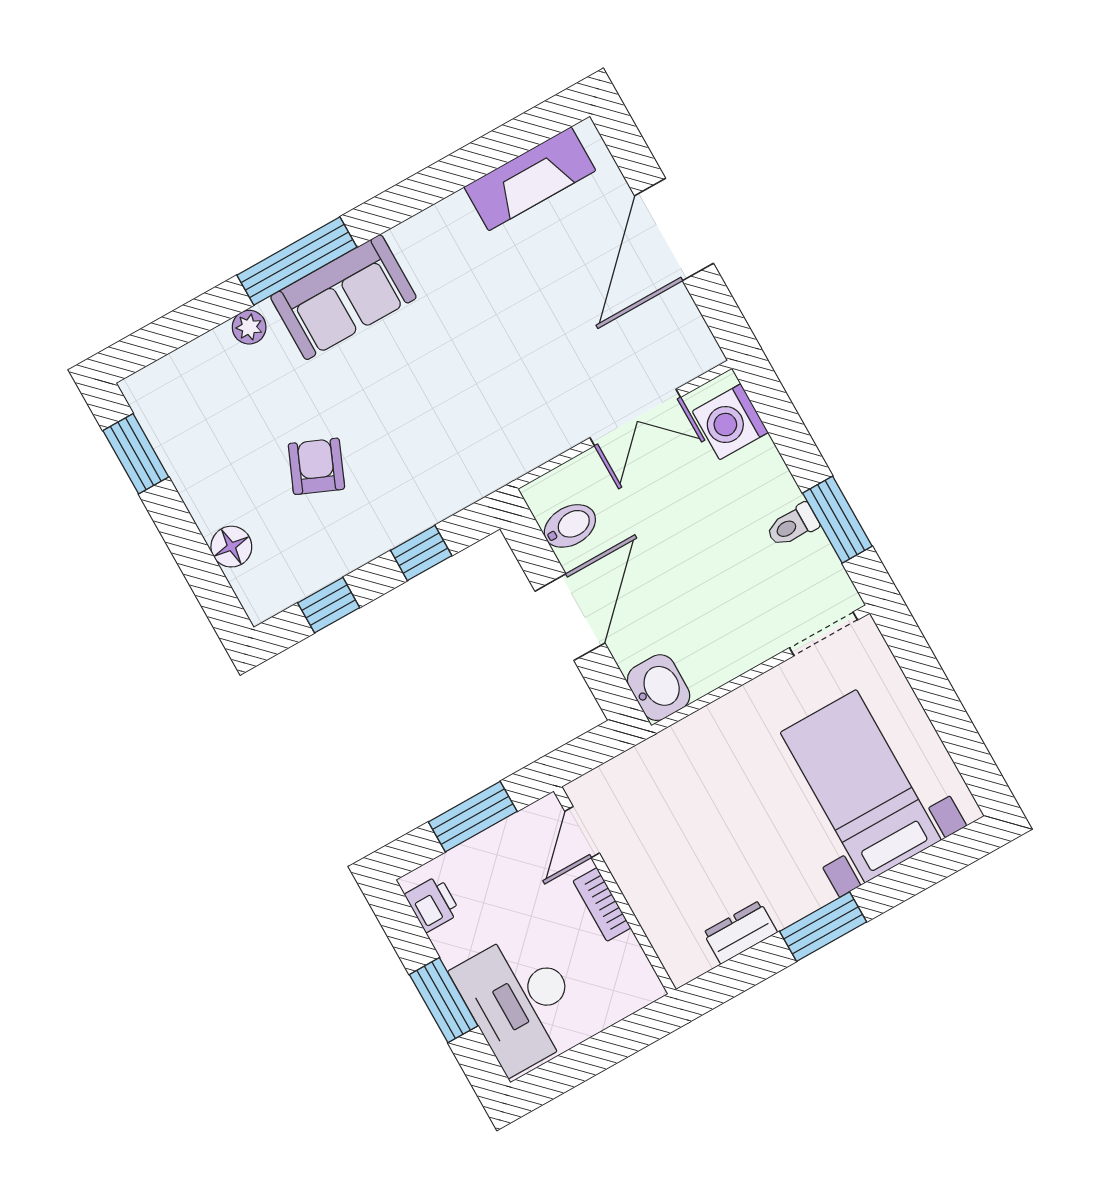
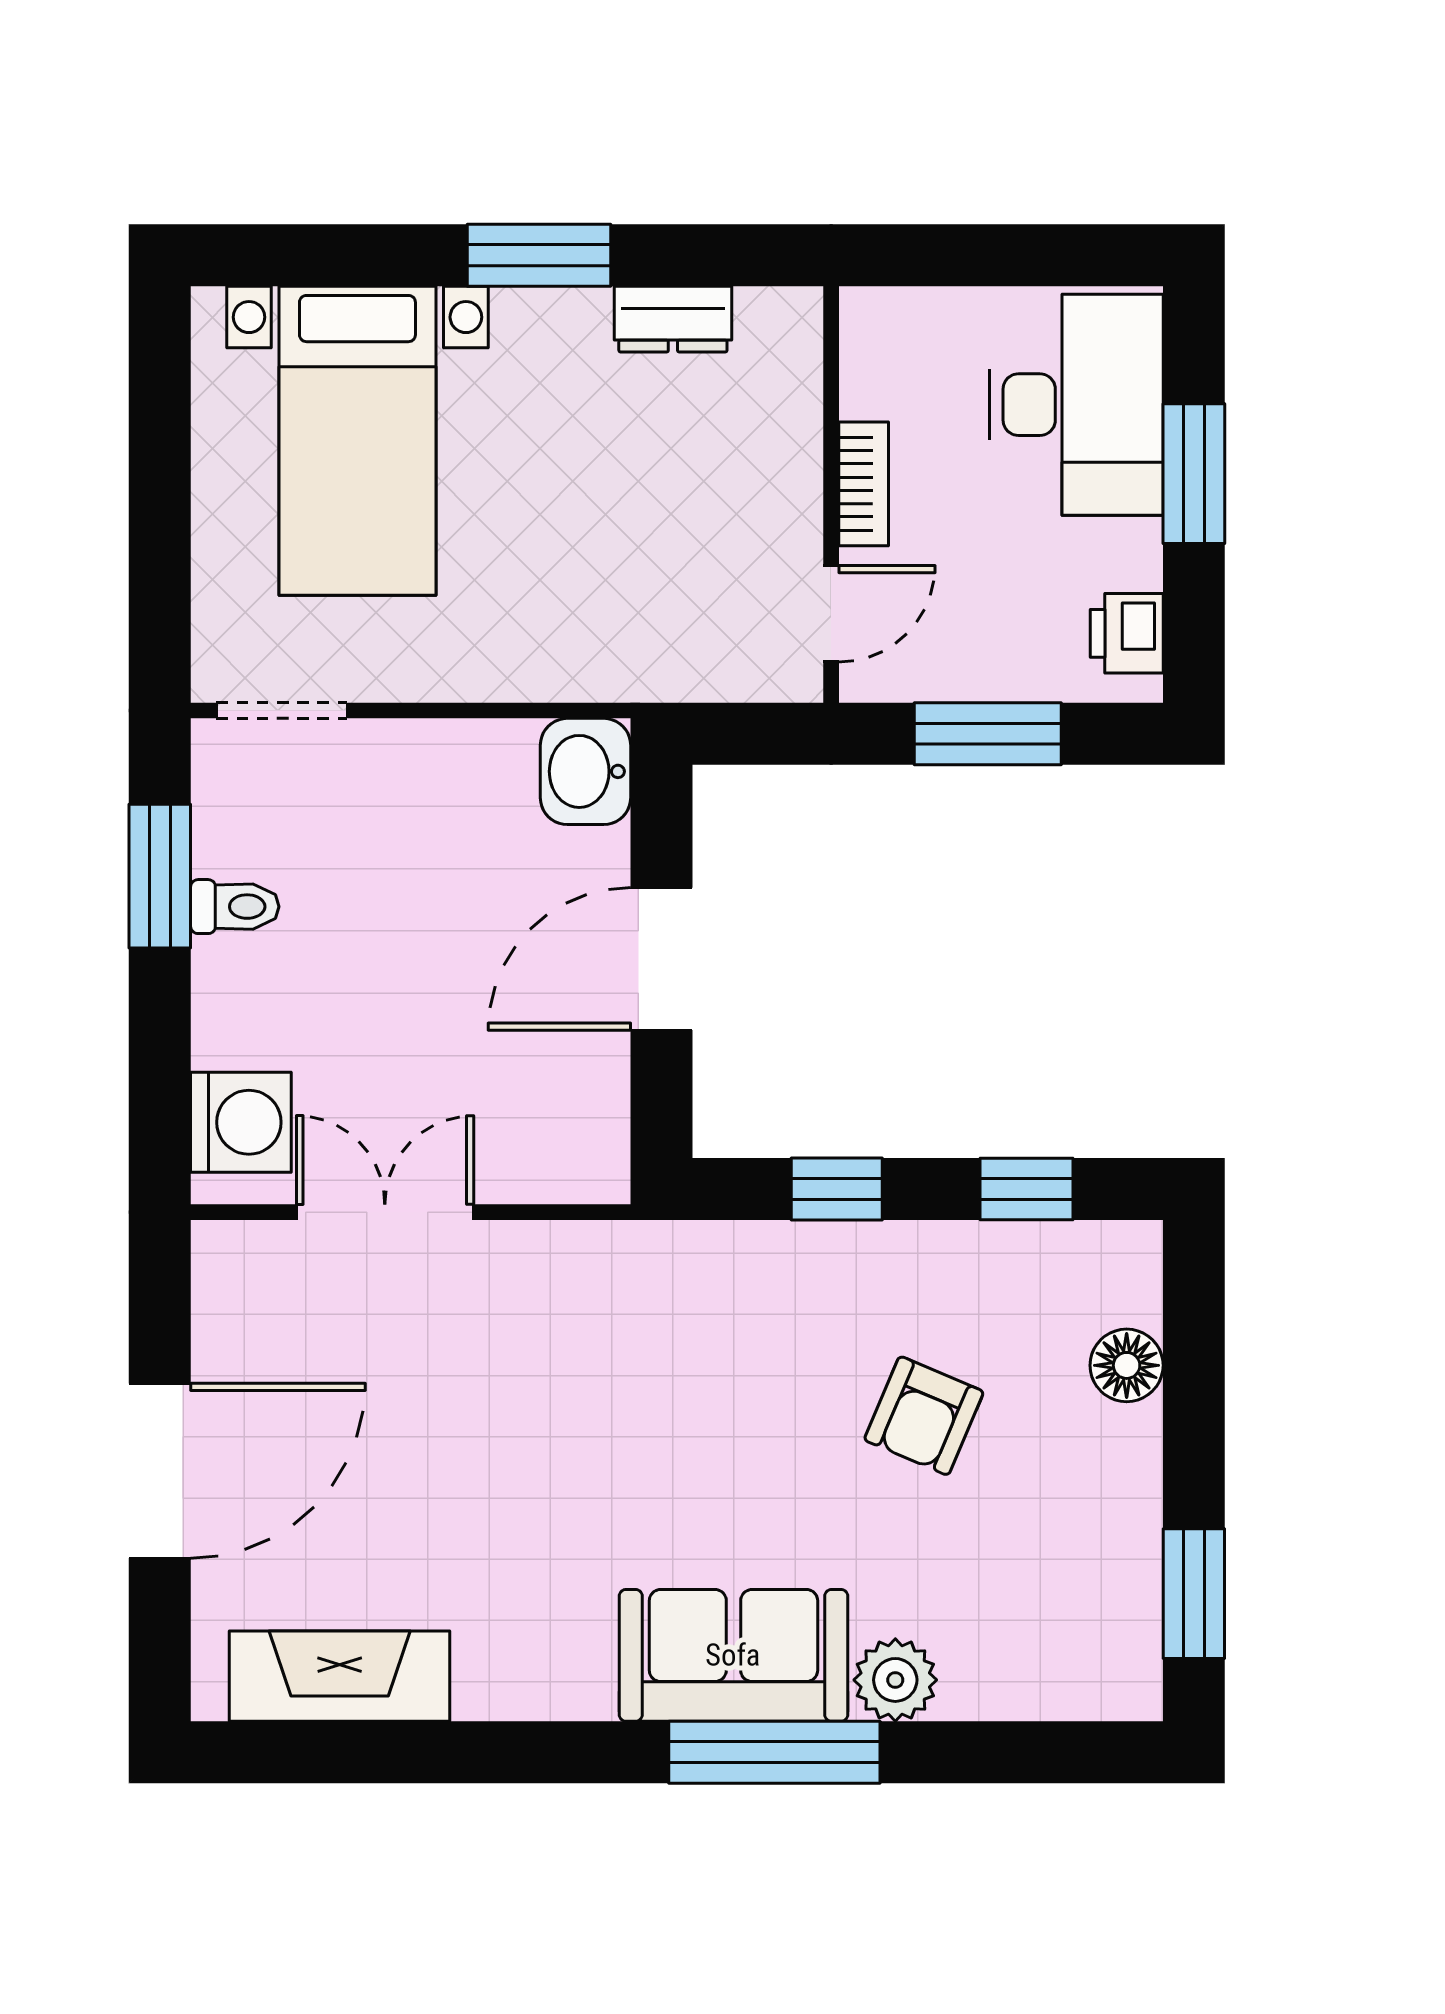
plant: (249, 327) -> (895, 1680), width x1.38, depth x1.38
bidet: (570, 526) -> (582, 1101), removed

